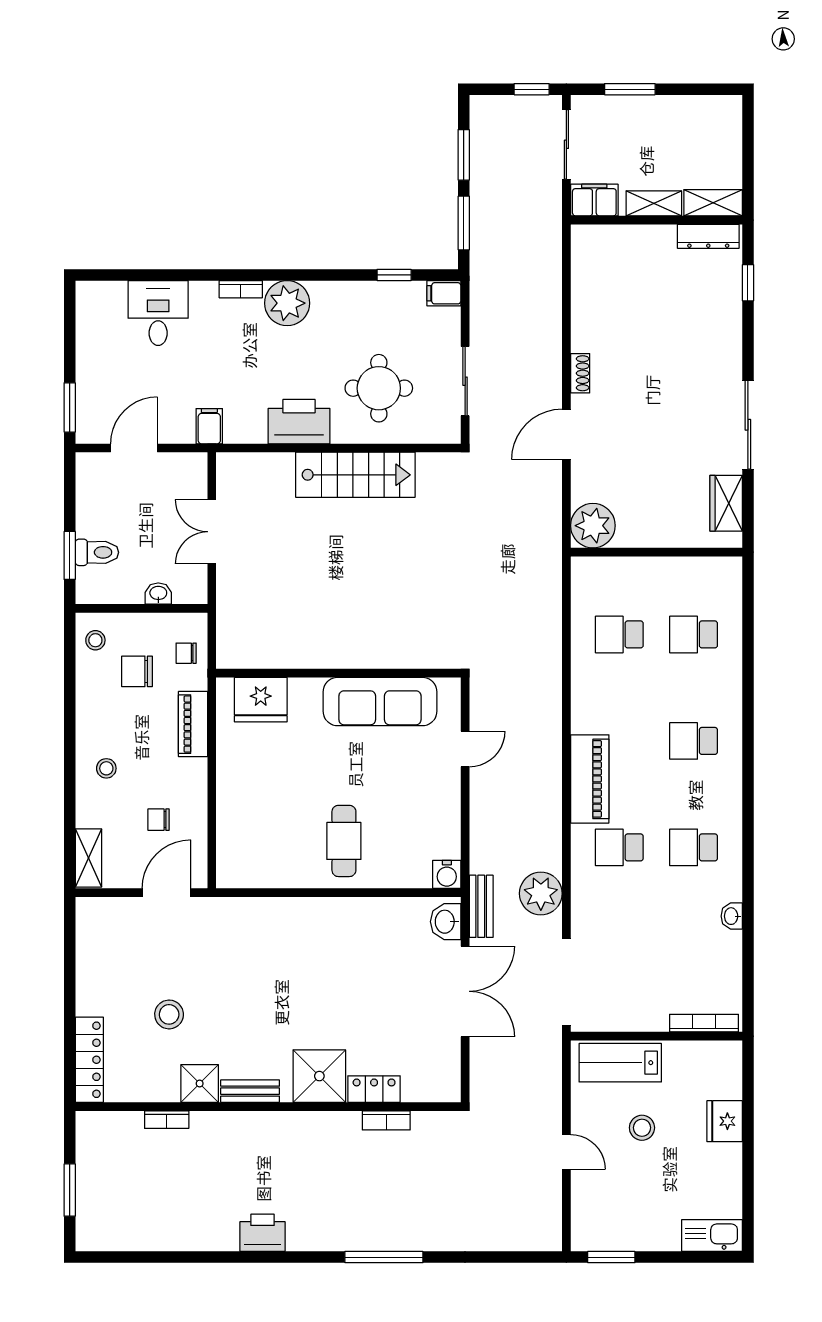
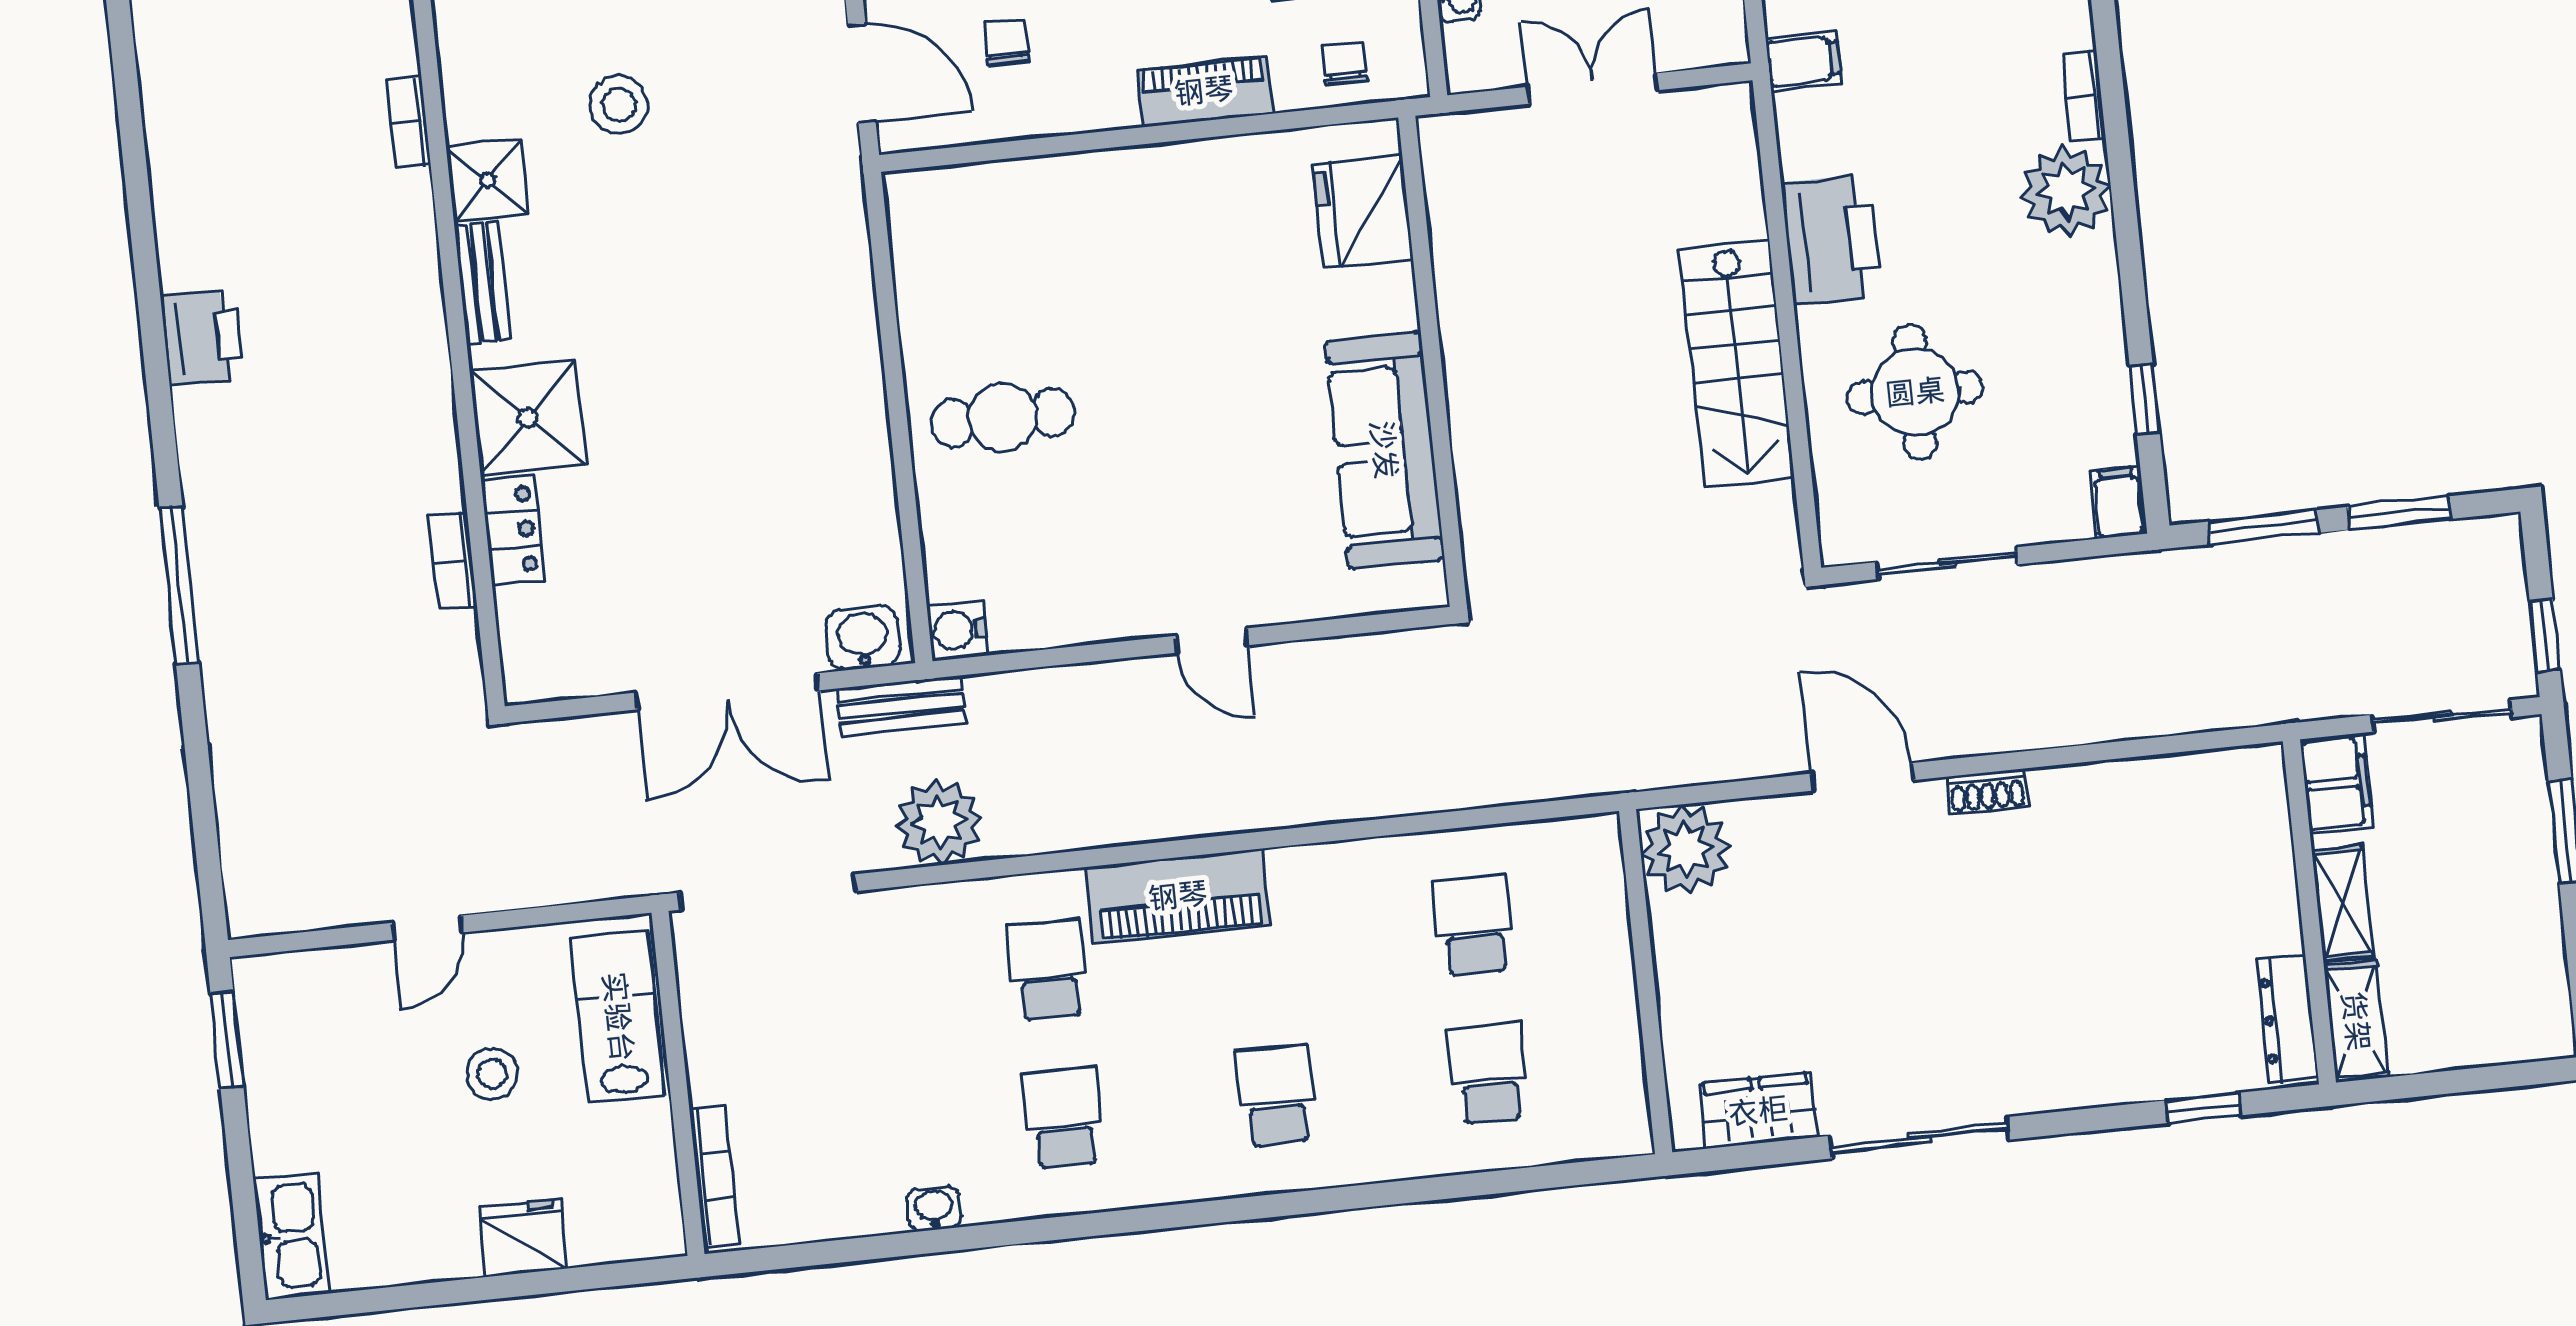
wall: (338, 673) -> (1433, 361), moved
fridge: (261, 700) -> (1363, 212), moved
sofa: (380, 702) -> (1384, 450), moved

